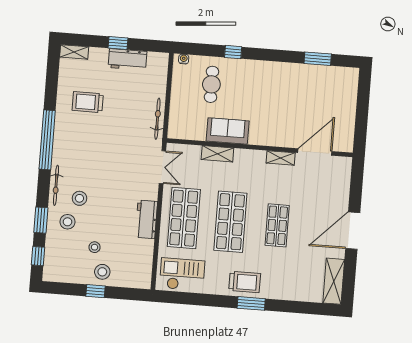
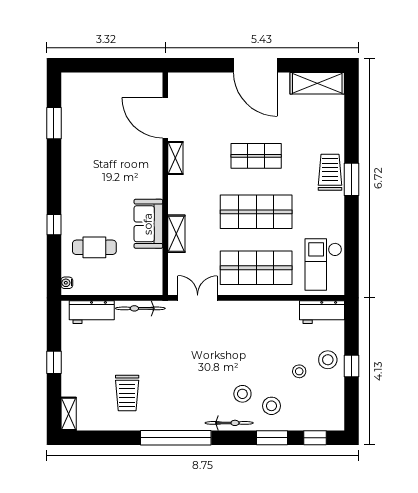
workbench: (128, 59) -> (92, 312), moved, turned 90
workbench: (146, 219) -> (322, 312), moved
trolley: (245, 282) -> (330, 172), moved

